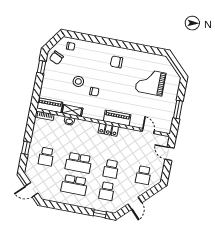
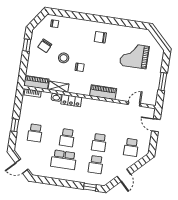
chair: (56, 58) -> (45, 46), moved
locker: (108, 130) -> (71, 101), moved
door: (148, 131) -> (134, 104), hinge flipped
school desk: (79, 163) -> (67, 138), width x0.54

